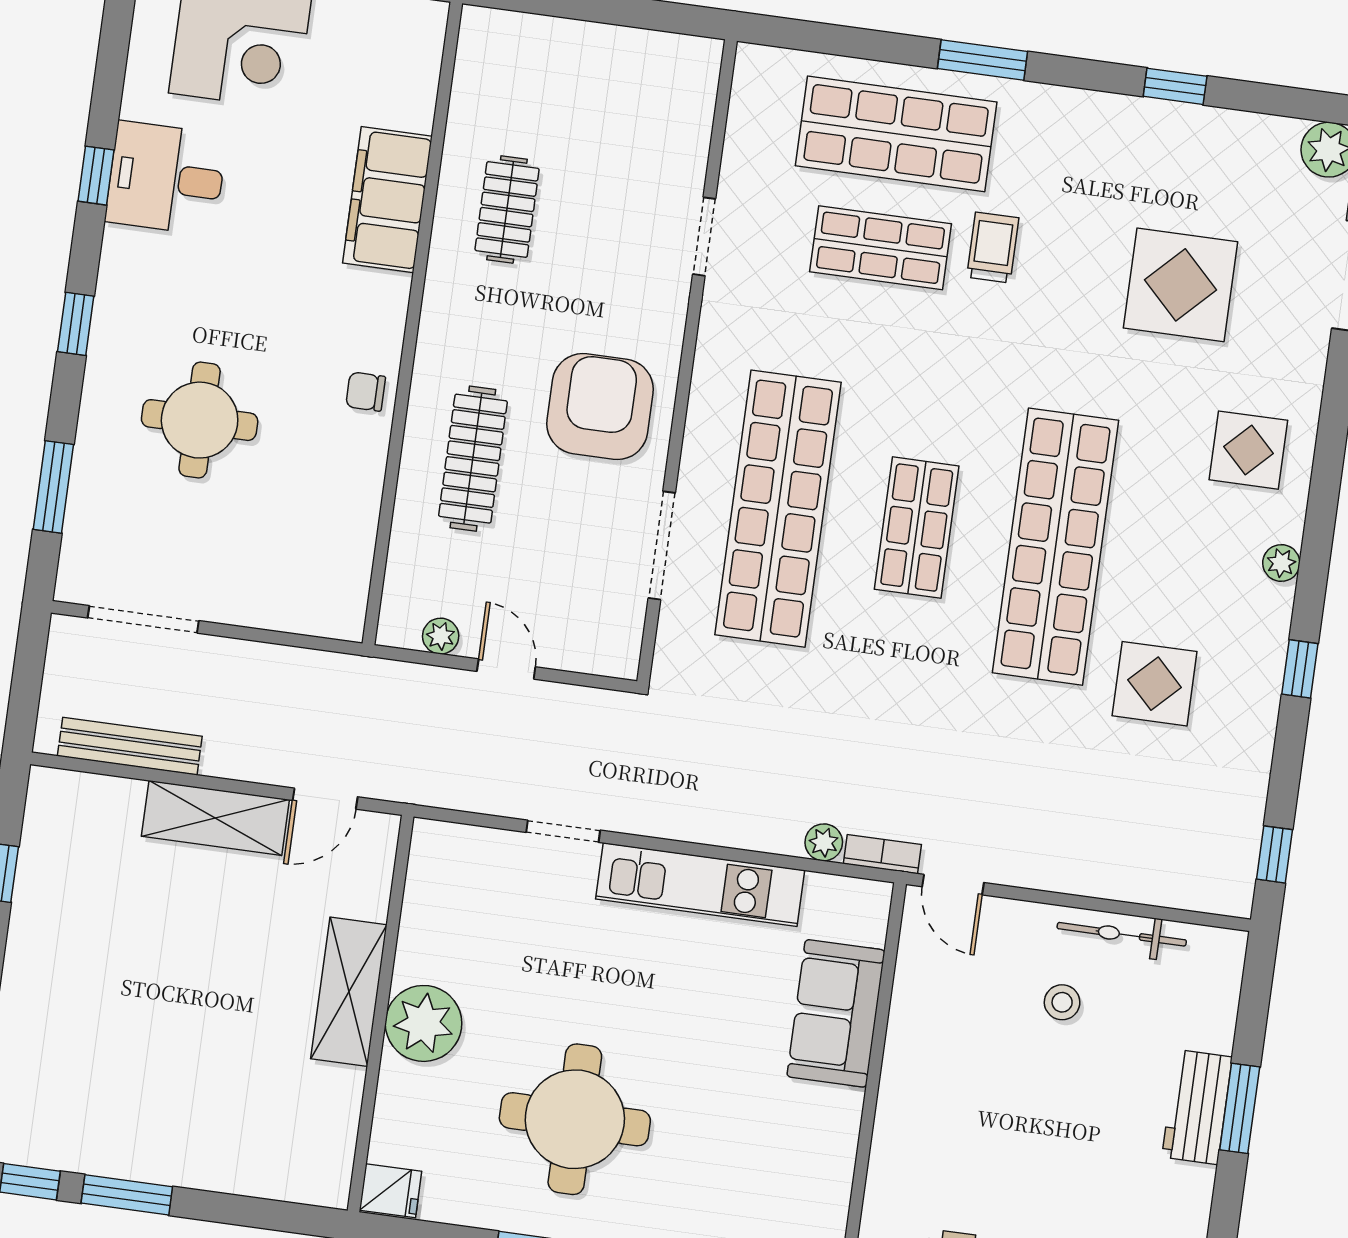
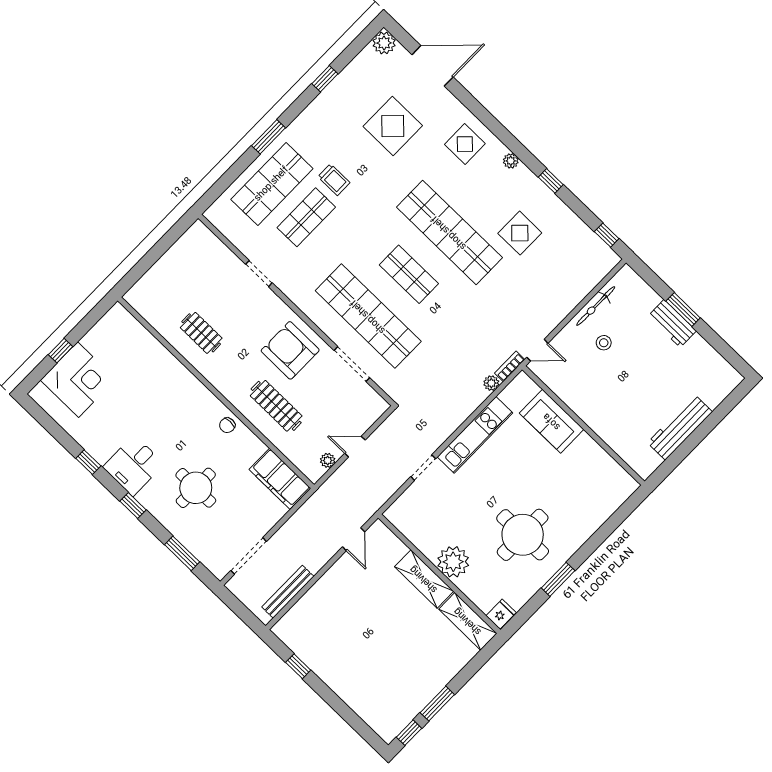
desk: (166, 178) -> (134, 466), moved
filing cabinet: (387, 200) -> (280, 479), moved
trolley: (993, 248) -> (334, 180), turned 180
shelving: (215, 818) -> (468, 621), moved, turned 90

